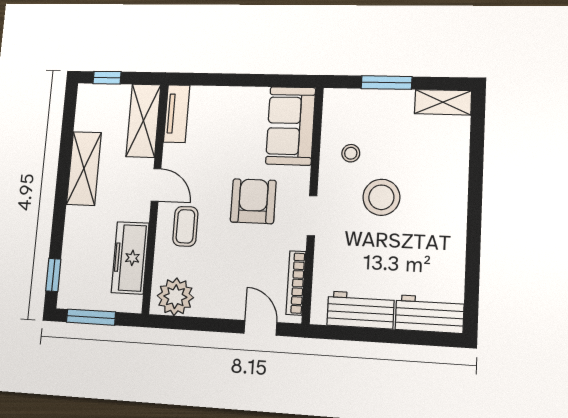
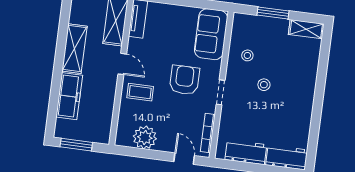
stool: (381, 197) -> (264, 85), width x0.53, depth x0.53
coffee table: (185, 226) -> (140, 92), turned 90
freezer: (130, 258) -> (69, 96), moved, turned 180
window: (53, 275) -> (52, 116), removed
plant: (175, 297) -> (145, 137), moved

